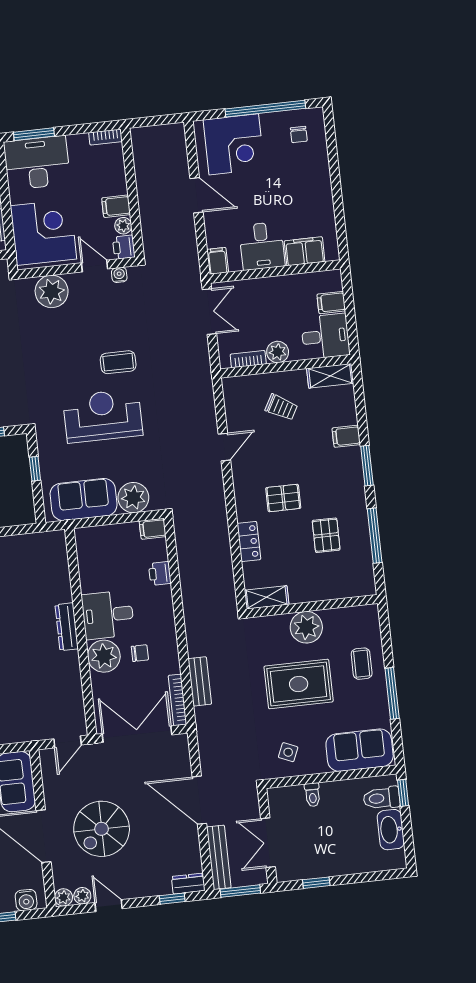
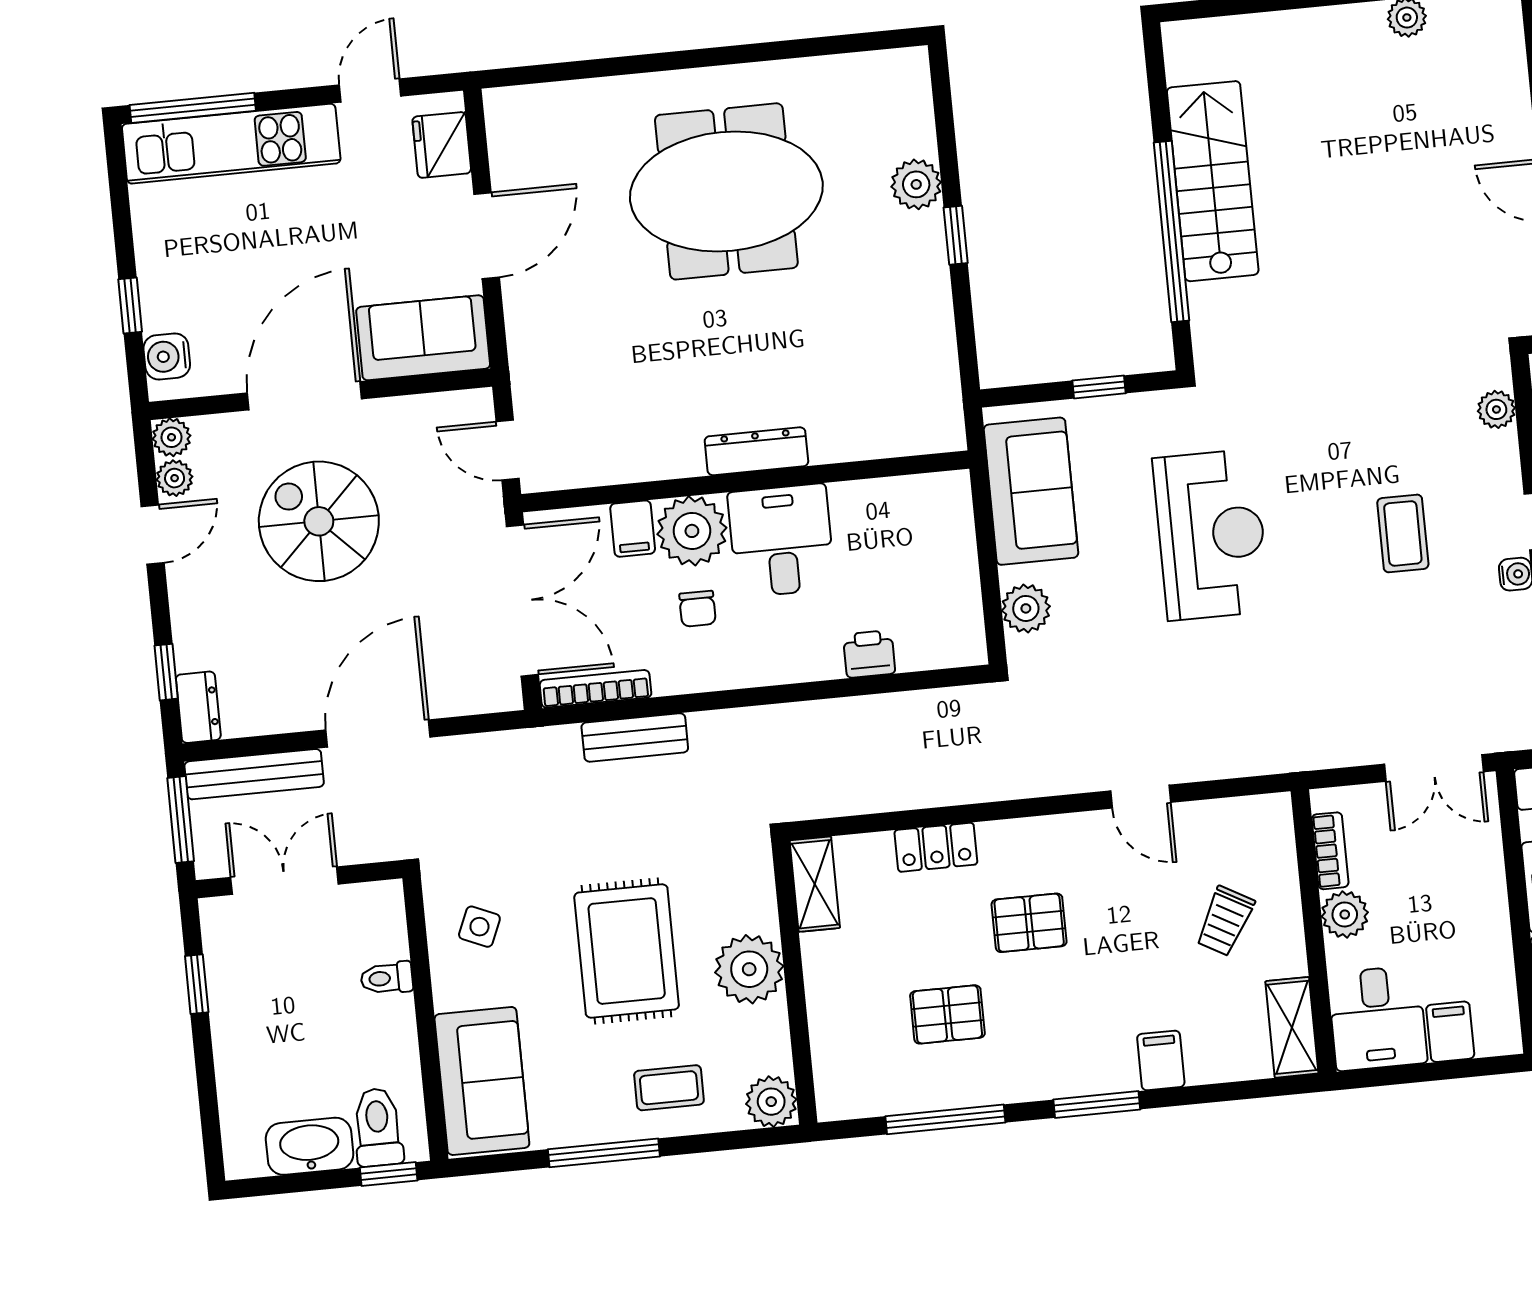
plant: (52, 291) -> (1496, 409), width x0.53, depth x0.53
coffee table: (118, 362) -> (1403, 533), moved
plant: (133, 498) -> (1026, 608), width x0.73, depth x0.73
pallet: (283, 498) -> (1029, 923), turned 90
filing cabinet: (153, 529) -> (633, 529), moved, turned 180
plant: (367, 616) -> (771, 1102), added

